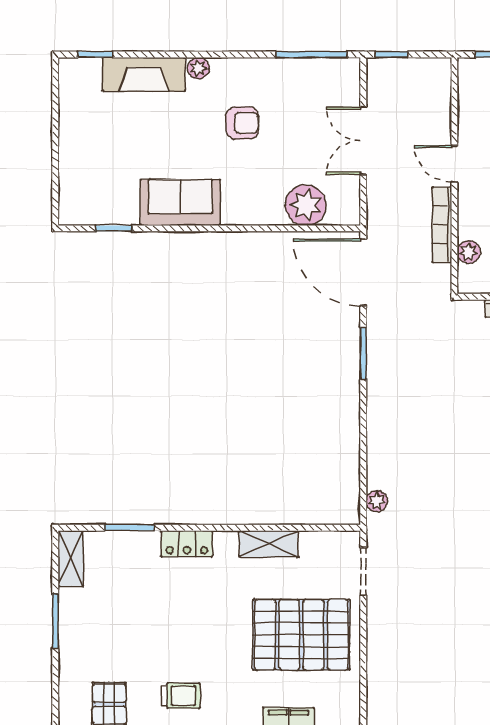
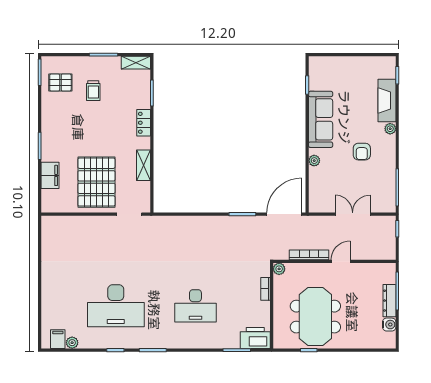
sofa: (180, 202) -> (321, 119), width x1.36
plant: (306, 205) -> (314, 161), moved, width x0.53, depth x0.53
plant: (469, 252) -> (279, 269), moved
plant: (377, 501) -> (166, 221), removed
trolley: (181, 696) -> (93, 91), moved

